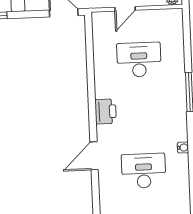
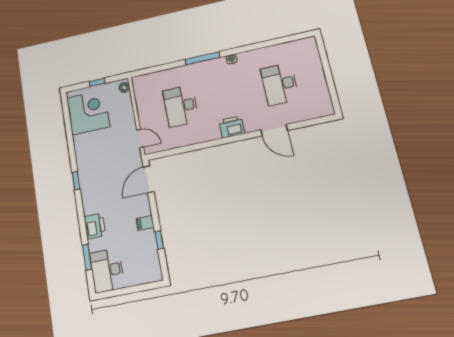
door: (125, 9) -> (140, 138), moved
water cooler: (183, 148) -> (231, 59), moved

